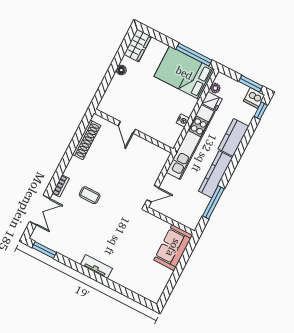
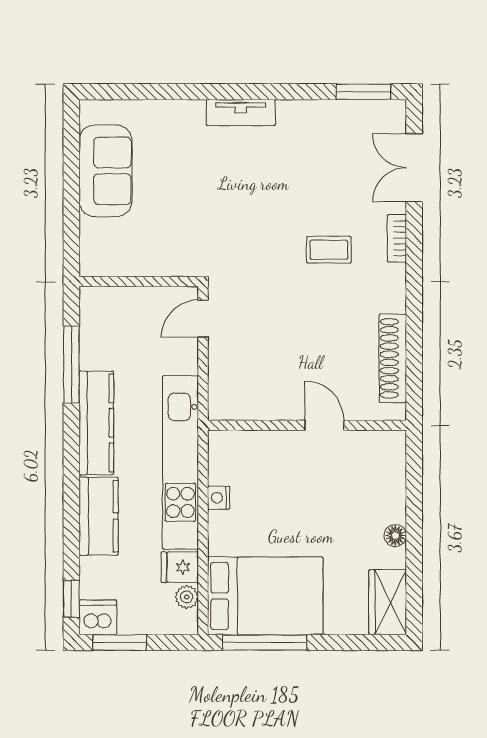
sofa: (173, 248) -> (106, 171), moved

